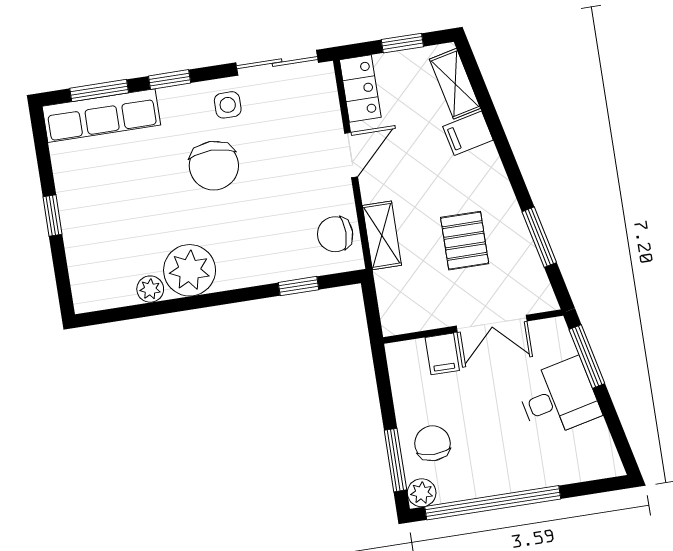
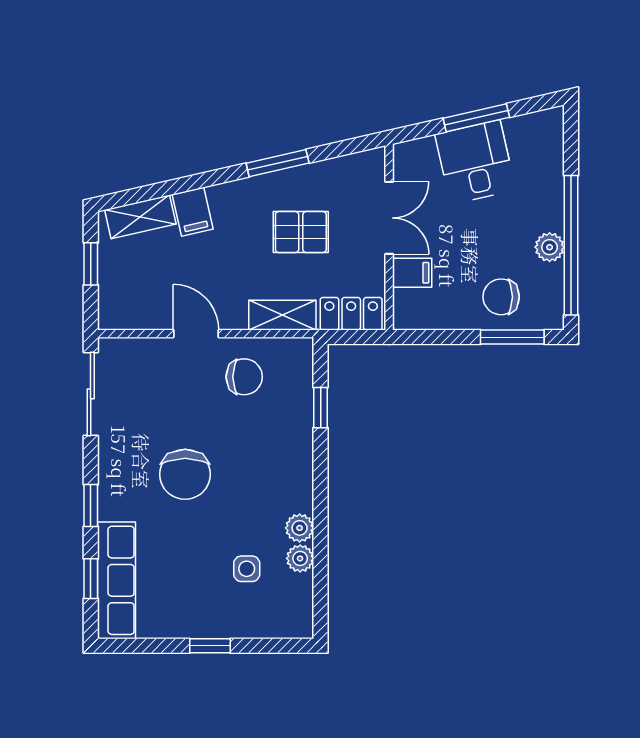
locker: (360, 89) -> (351, 314), moved
window: (99, 91) -> (91, 579), width x0.67
side table: (228, 105) -> (247, 569), moved
chair: (214, 166) -> (185, 474), turned 90
chair: (335, 234) -> (244, 377), moved, turned -90
window: (539, 237) -> (278, 163), moved
plant: (190, 270) -> (300, 528), width x0.53, depth x0.53
window: (587, 357) -> (476, 118), moved
plant: (422, 493) -> (550, 247), moved

